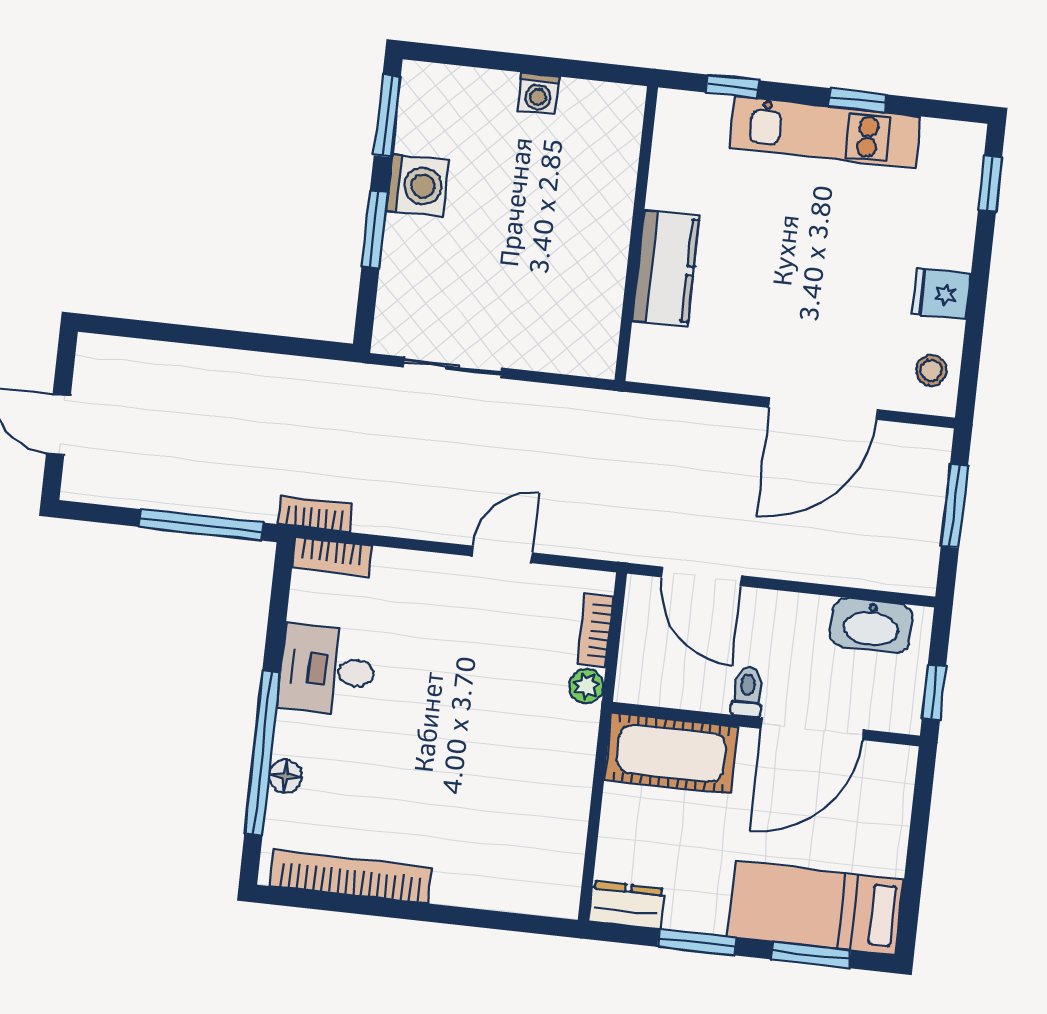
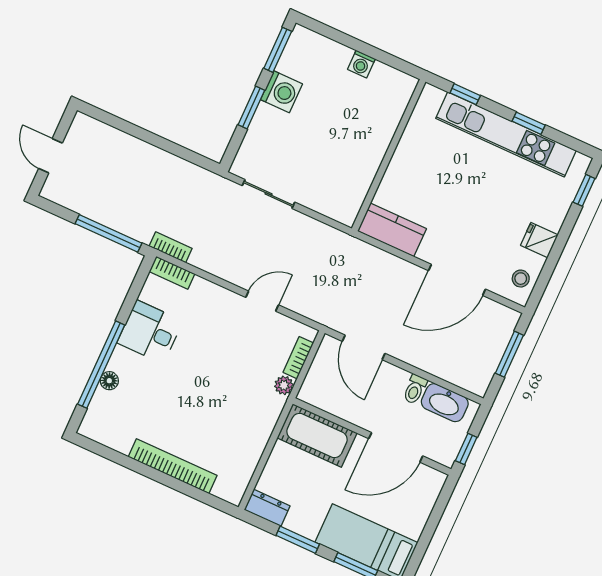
kitchen unit: (825, 132) -> (506, 134), width x1.36
kitchen counter: (666, 268) -> (392, 230), moved, turned -90
toilet: (748, 692) -> (415, 389), moved, turned 180
bookcase: (351, 877) -> (173, 466), moved

